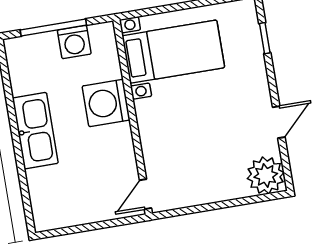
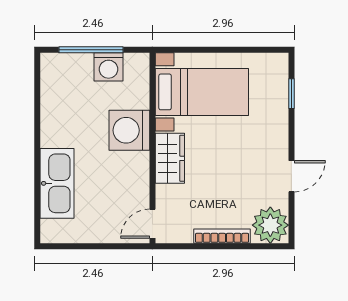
wardrobe: (152, 125) -> (170, 158), added
kitchen sink: (35, 131) -> (57, 183), moved
bookcase: (218, 195) -> (222, 236), added

